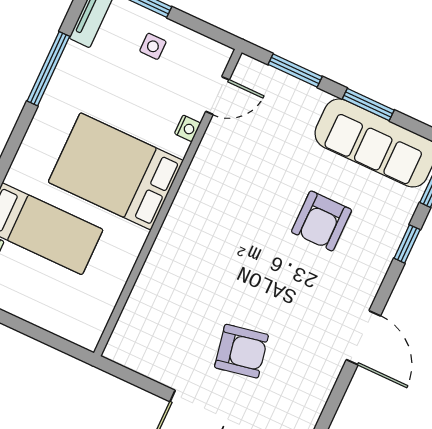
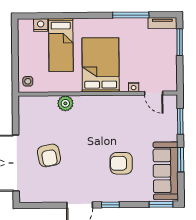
side table: (153, 46) -> (28, 81), moved
window: (407, 244) -> (110, 205), moved
plant: (157, 273) -> (65, 103), added

